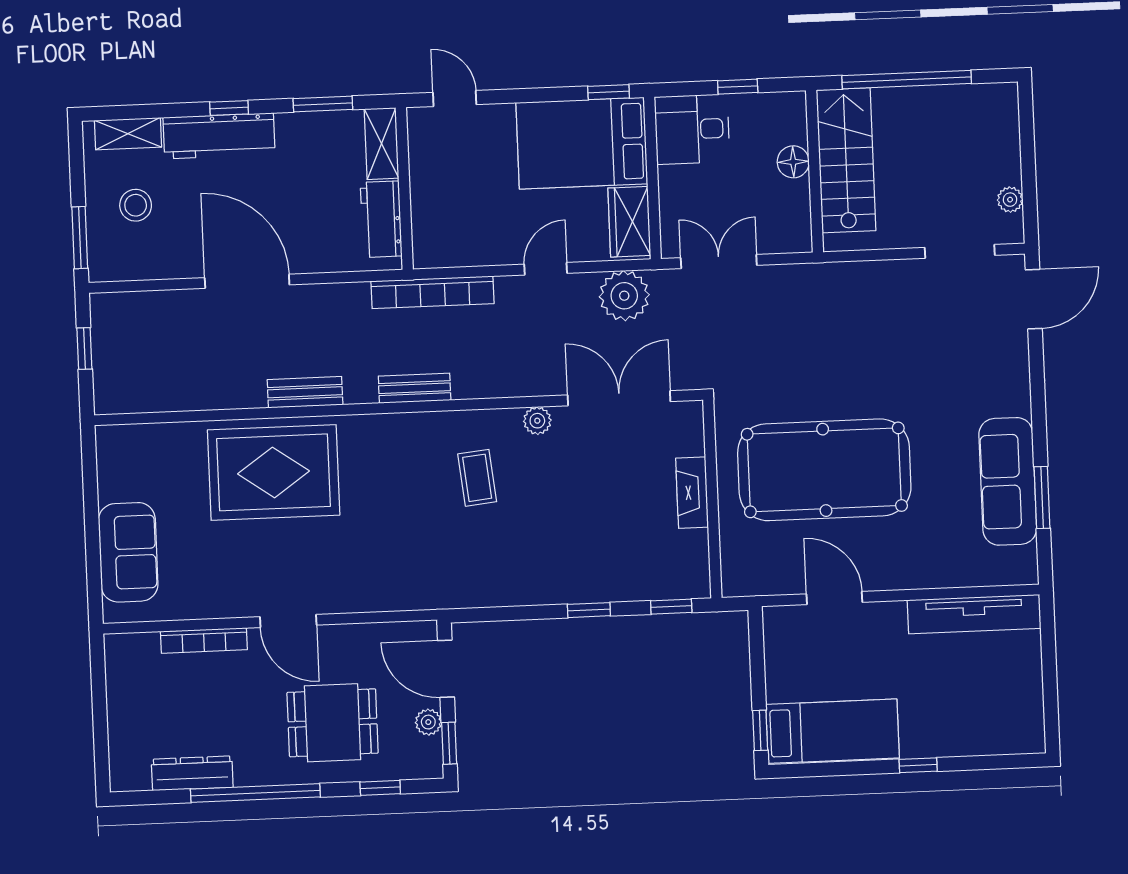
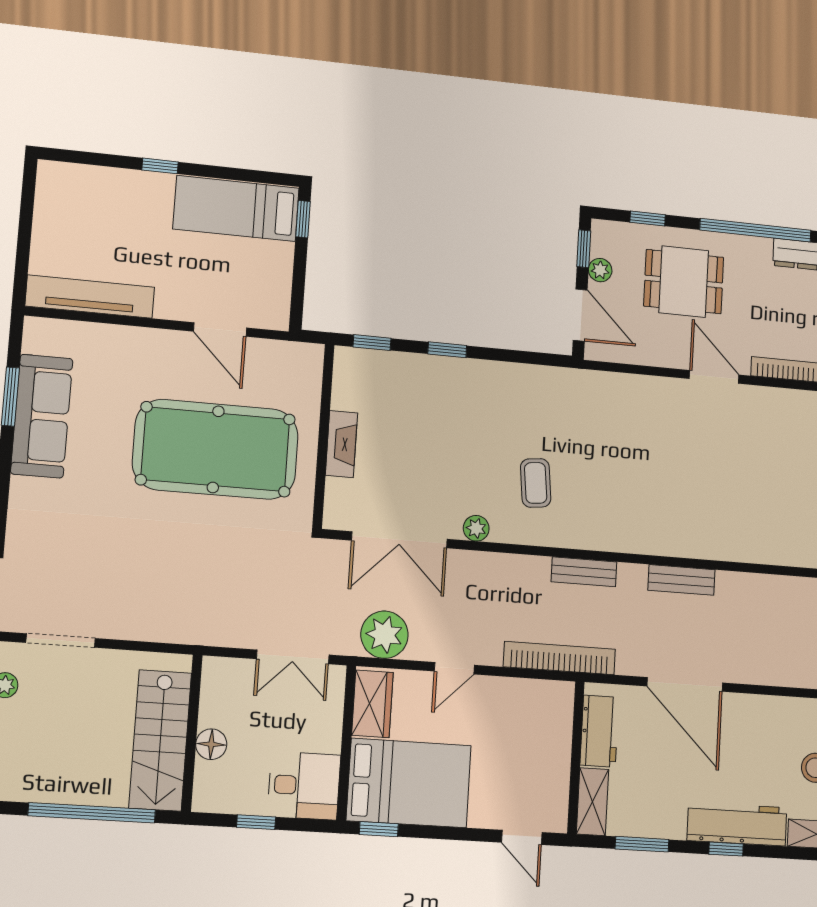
door: (247, 281) -> (685, 684), moved
rug: (274, 472) -> (715, 511), removed

